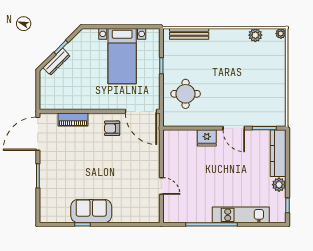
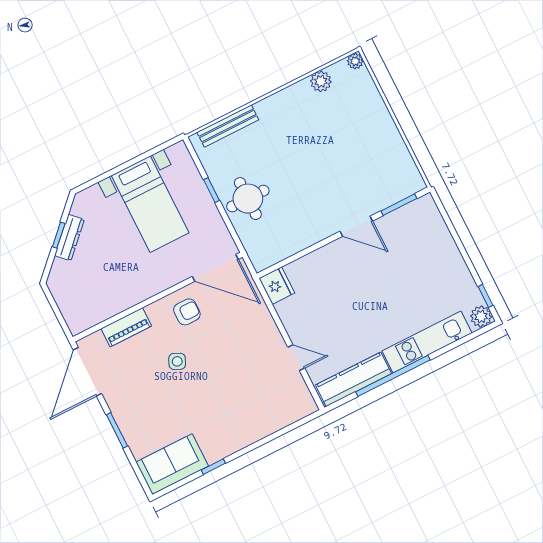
dresser: (57, 62) -> (69, 238), moved
round table: (186, 94) -> (248, 199), moved
armchair: (112, 128) -> (187, 312), turned 180
fridge: (207, 138) -> (277, 286), moved, turned -90
kitchen counter: (278, 153) -> (354, 379), moved, turned 90
side table: (92, 154) -> (177, 361), added
plant: (279, 185) -> (481, 317), moved
sofa: (91, 211) -> (172, 464), moved

